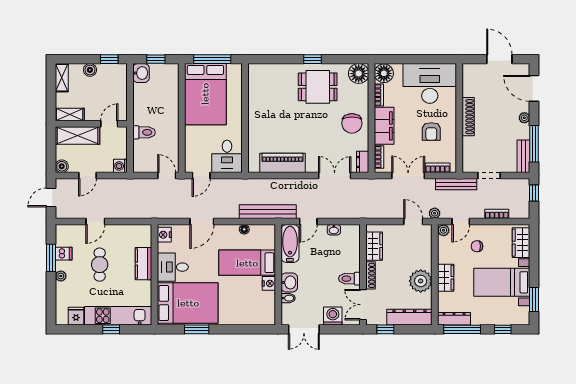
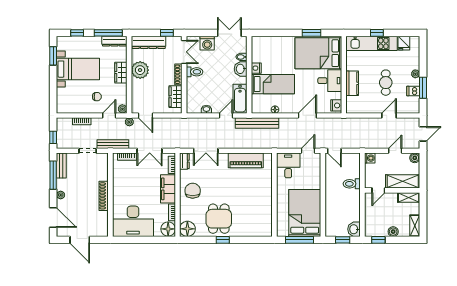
dining table: (318, 87) -> (219, 219), turned 90
armchair: (431, 131) -> (132, 184), removed
wardrobe: (521, 243) -> (63, 99), removed

